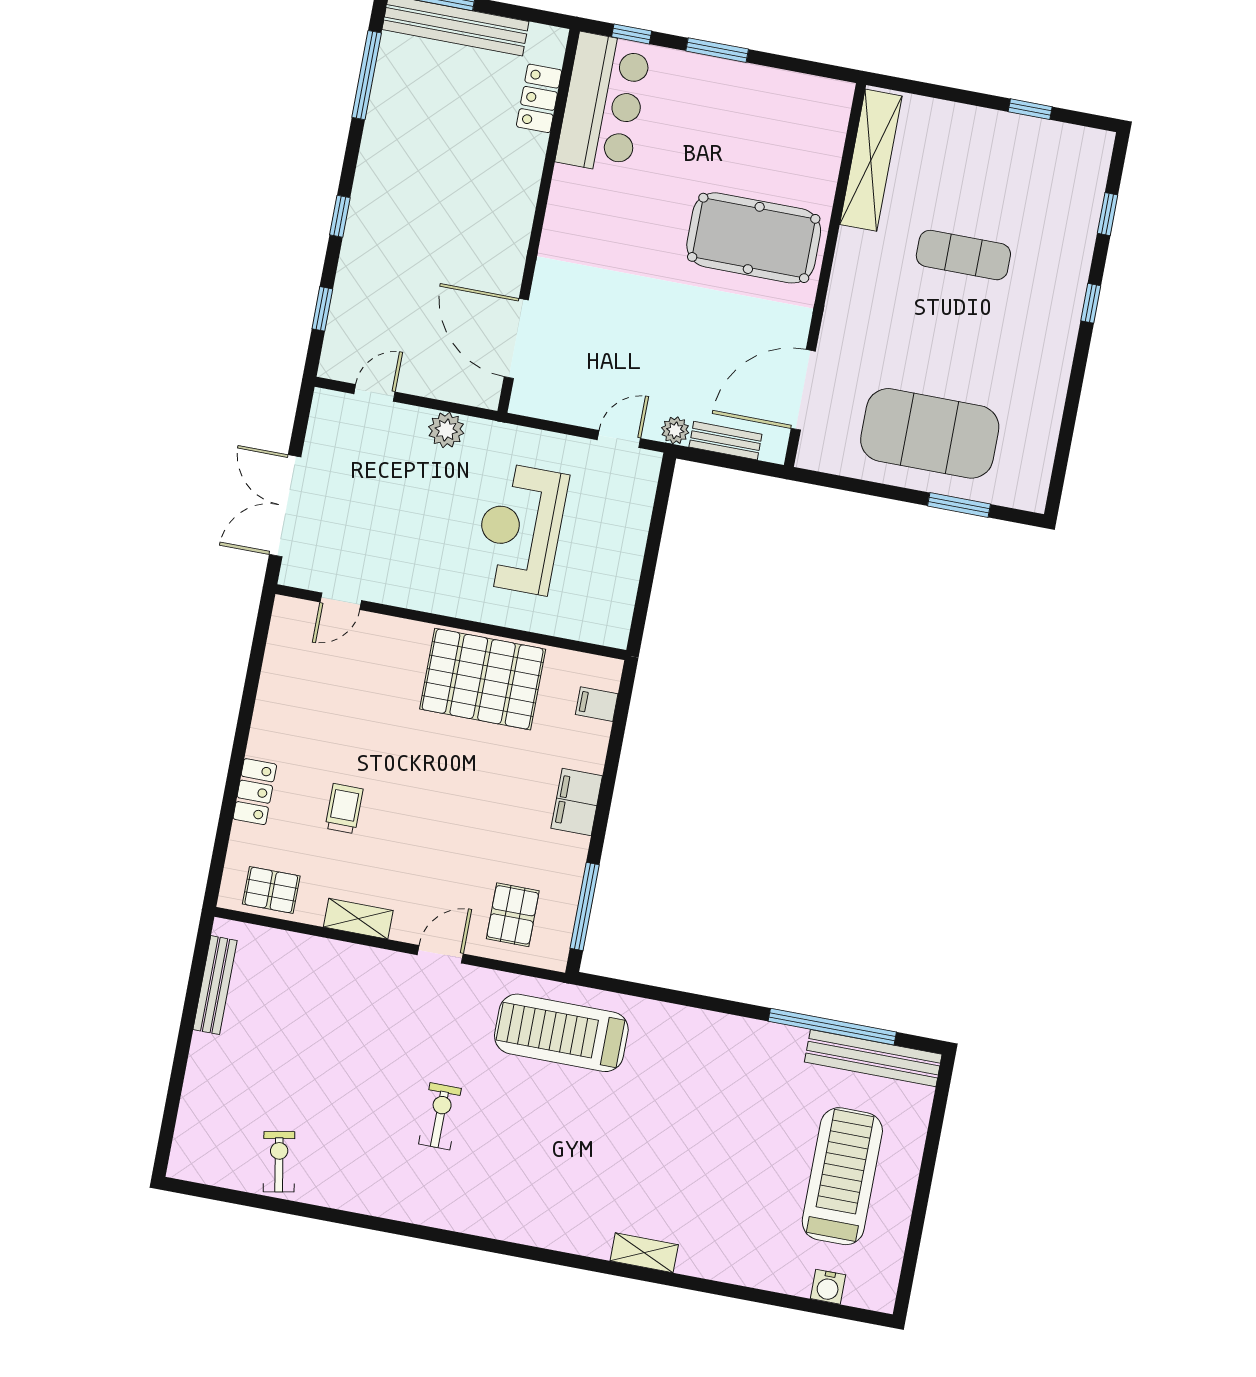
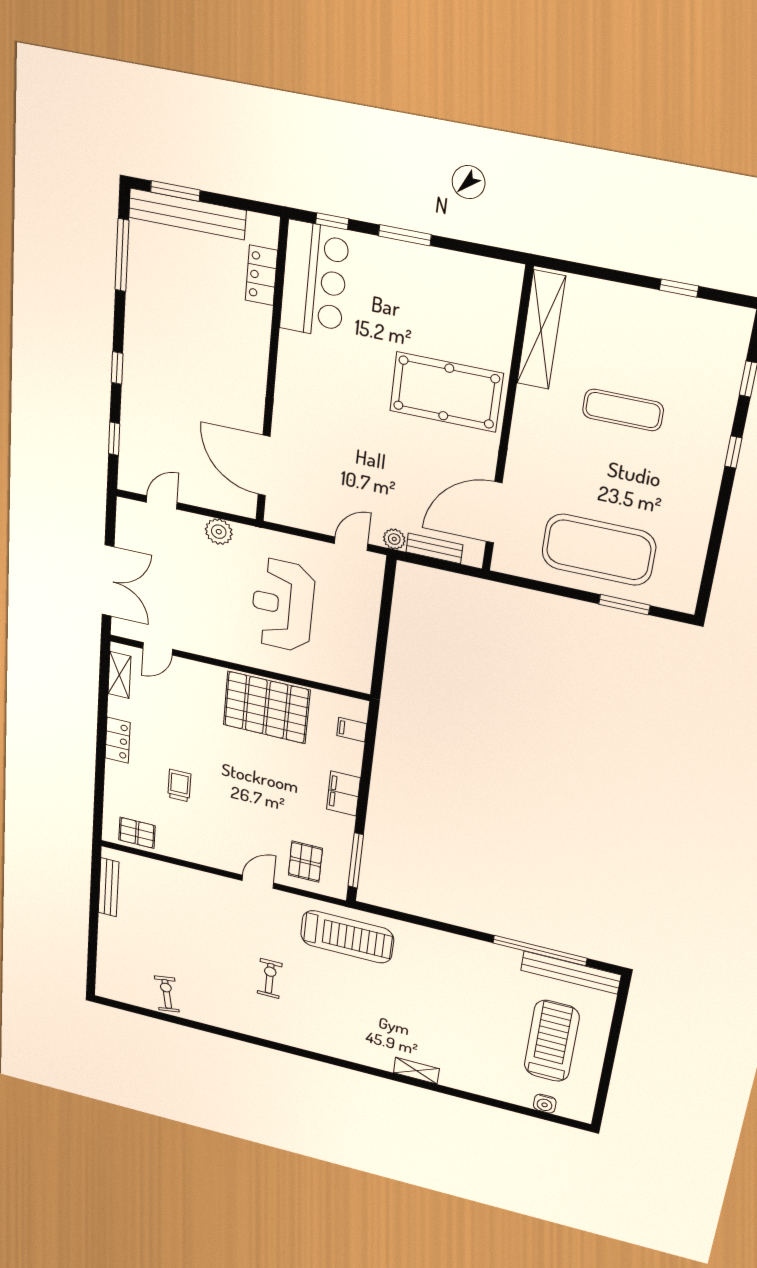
double door: (285, 506) -> (108, 581), swing flipped
locker: (255, 792) -> (118, 740), moved
shelving: (358, 919) -> (119, 675), moved, turned 90
treadmill: (561, 1033) -> (347, 937), turned 180

